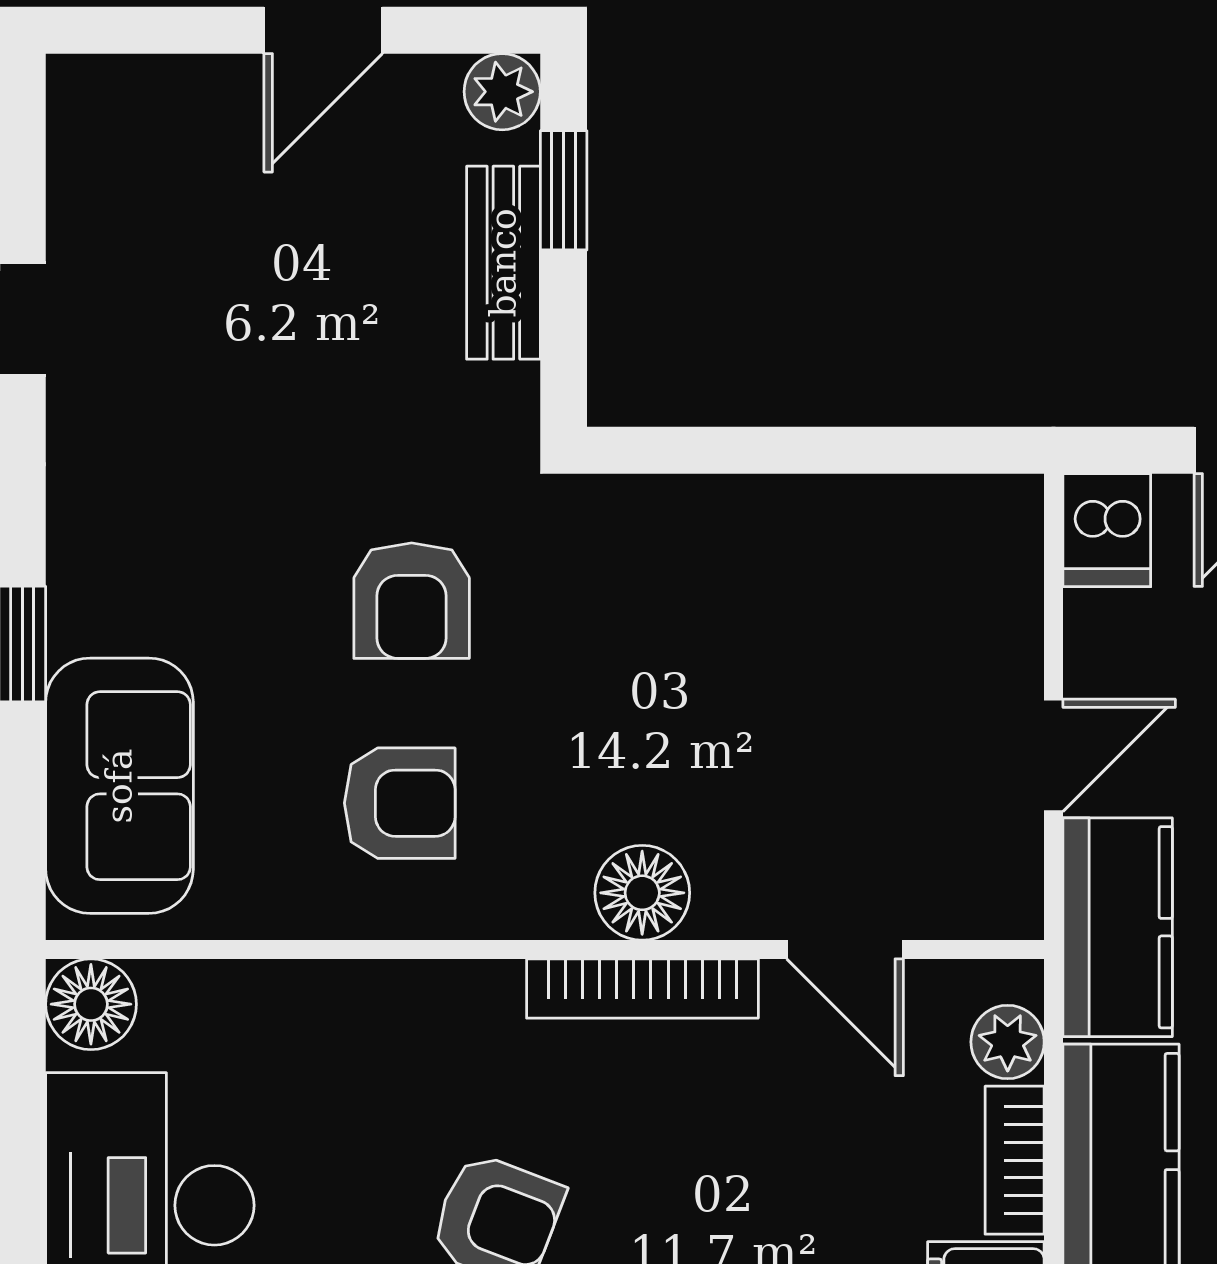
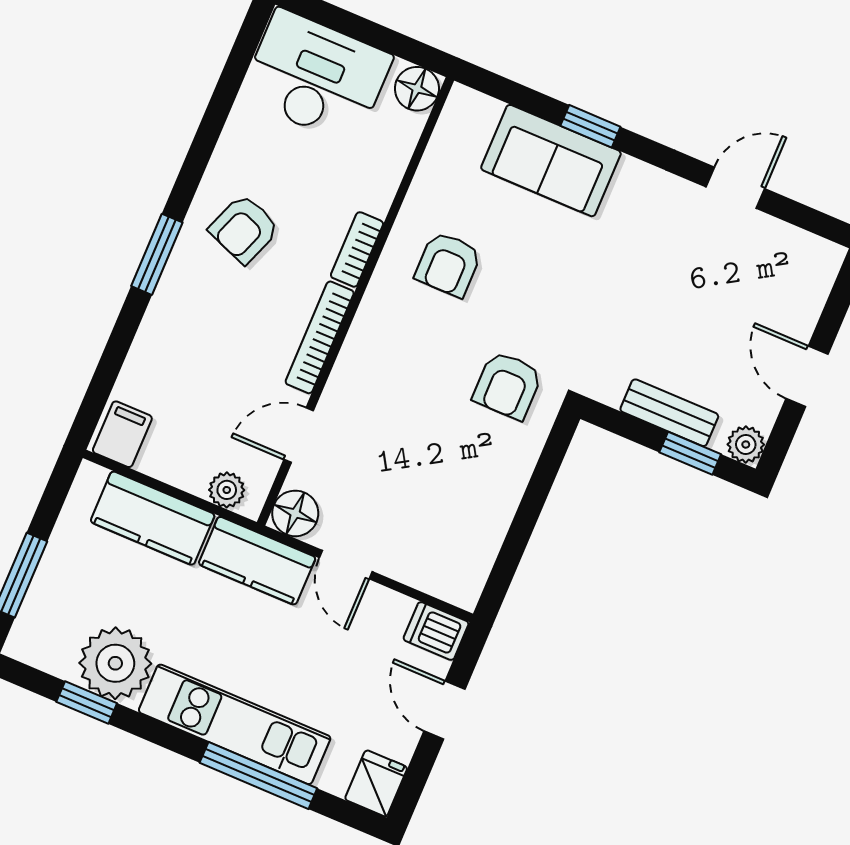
armchair: (412, 601) -> (508, 385), moved, turned -90
sofa: (119, 786) -> (551, 161), moved
floor lamp: (642, 893) -> (295, 513), moved
bookcase: (1015, 1160) -> (357, 249), moved, turned -90

